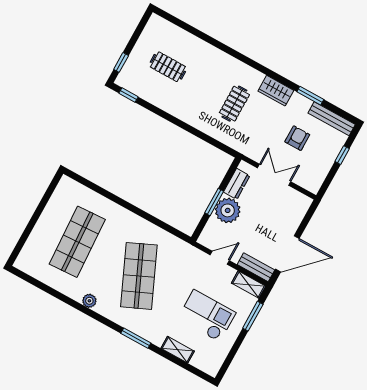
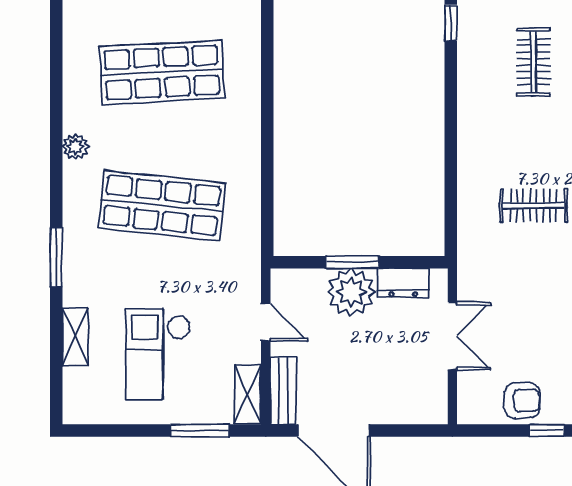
armchair: (297, 138) -> (522, 401), moved
shop shelf: (139, 276) -> (162, 206), turned 30
checkout: (207, 316) -> (158, 354), turned 180

